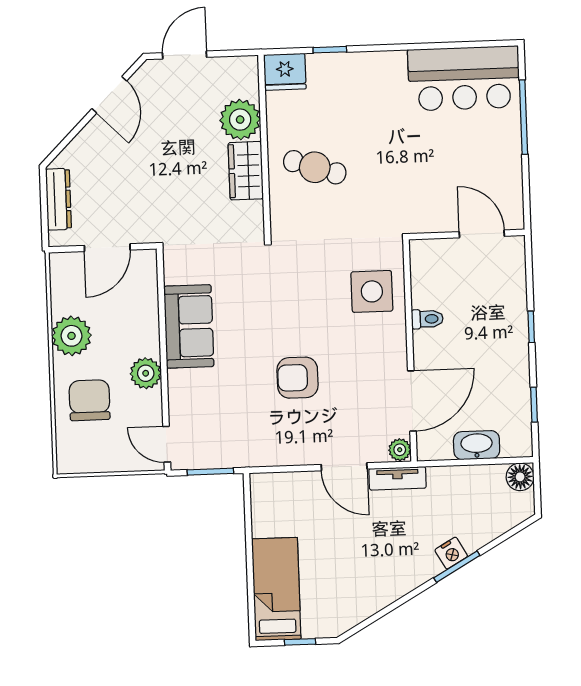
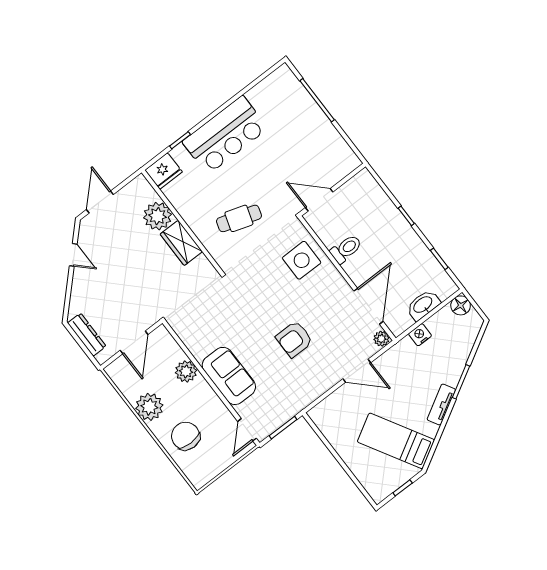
bar counter: (464, 78) -> (225, 135), moved
door: (109, 95) -> (73, 255), width x0.73
cafe table: (315, 167) -> (239, 218), moved
door: (482, 234) -> (319, 200), moved
toilet: (427, 319) -> (346, 249), width x1.37, depth x1.39
sofa: (189, 326) -> (229, 376), moved
plant: (146, 373) -> (186, 371), moved
door: (167, 444) -> (247, 430), hinge flipped
tv unit: (398, 478) -> (441, 404), moved, turned 150
nightstand: (451, 553) -> (420, 335), moved, turned -150
bed: (276, 589) -> (396, 441), moved, turned -30

